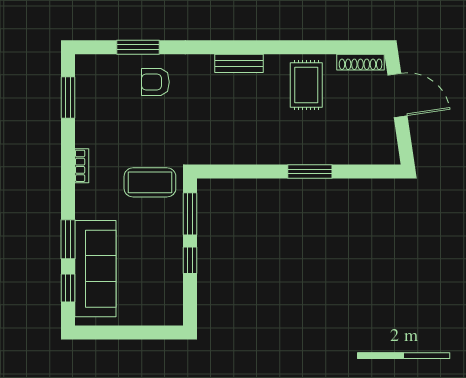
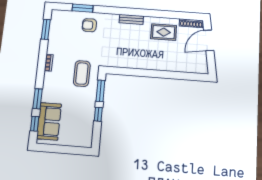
rug: (306, 85) -> (164, 32), turned 90
door: (397, 95) -> (209, 40), swing flipped
window: (310, 171) -> (163, 74), removed
coffee table: (150, 182) -> (82, 74), turned 90
sofa: (95, 269) -> (49, 121), width x0.73

